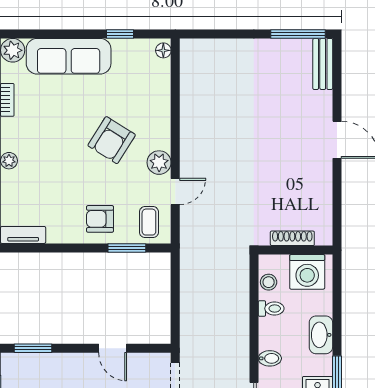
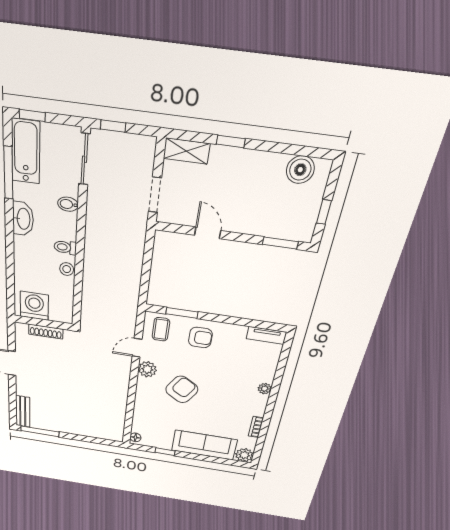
shoe rack: (292, 238) -> (46, 332), moved
wall: (295, 250) -> (43, 323), moved
washing machine: (307, 272) -> (34, 306), moved

